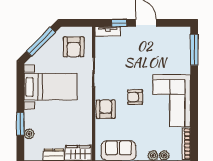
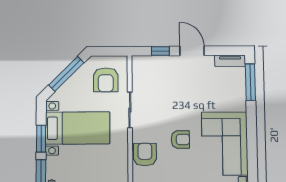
tv unit: (108, 31) -> (230, 61), moved
window: (20, 95) -> (41, 139), added
armchair: (135, 97) -> (180, 139), turned 180

